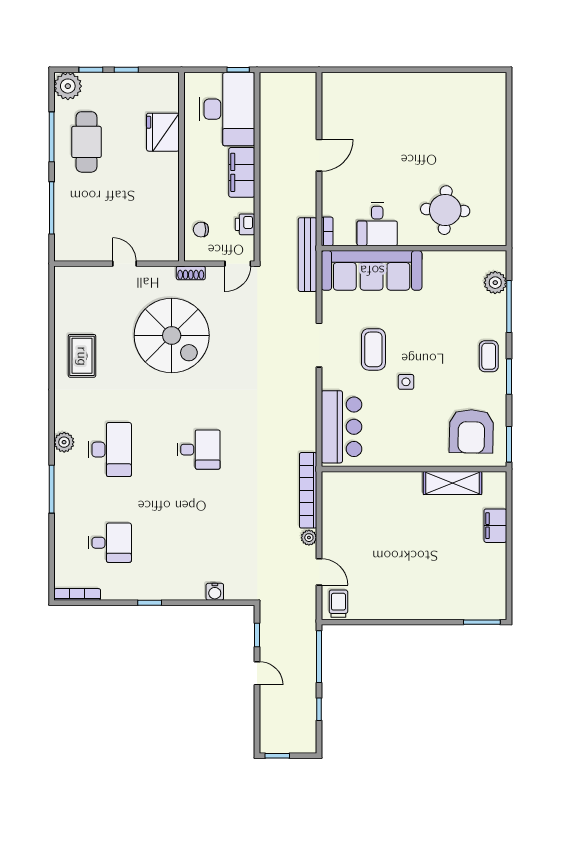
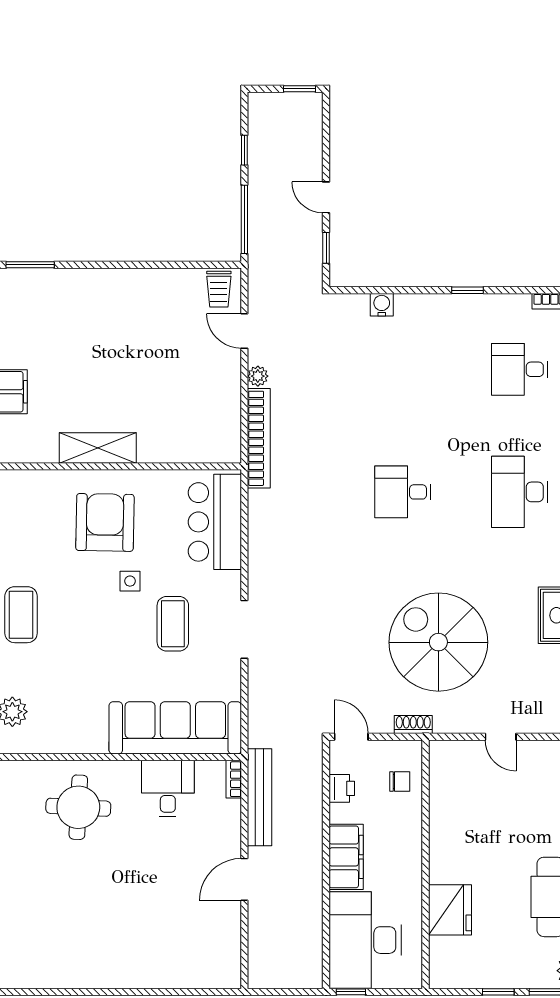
bench: (308, 255) -> (260, 797), moved
door: (238, 264) -> (351, 737), hinge flipped
coffee table: (489, 356) -> (21, 615), width x1.36, depth x1.30
armchair: (471, 431) -> (105, 522), moved
shelving: (452, 483) -> (98, 448), moved

